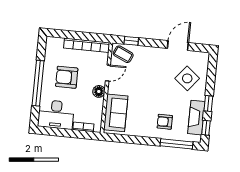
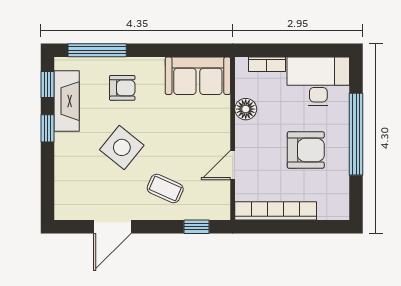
coffee table: (123, 54) -> (165, 188), moved
side table: (187, 78) -> (122, 147), moved
floor lamp: (99, 91) -> (246, 109), moved
sofa: (116, 113) -> (198, 76), moved, turned -90

